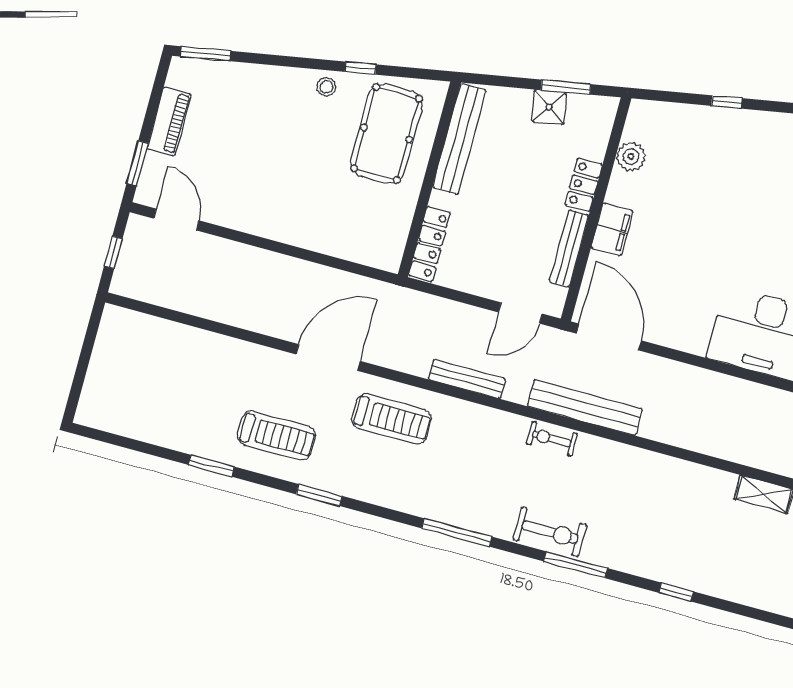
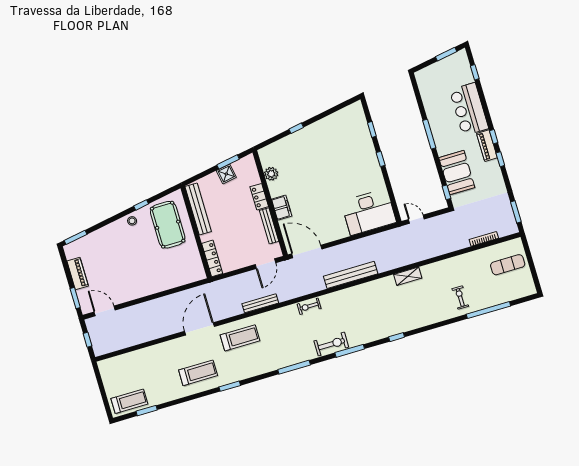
bench: (585, 407) -> (351, 275), moved
treadmill: (121, 411) -> (129, 401), added
window: (211, 466) -> (147, 411), moved

